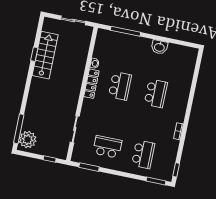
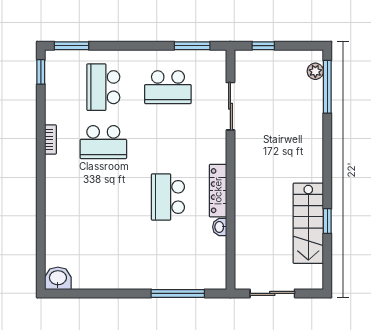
washbasin: (159, 47) -> (58, 278), moved
school desk: (156, 93) -> (103, 142), moved, turned -90
plant: (28, 140) -> (315, 71), width x0.53, depth x0.53

